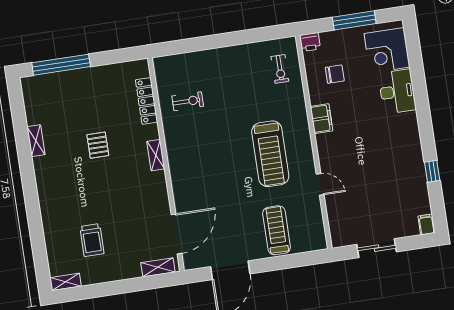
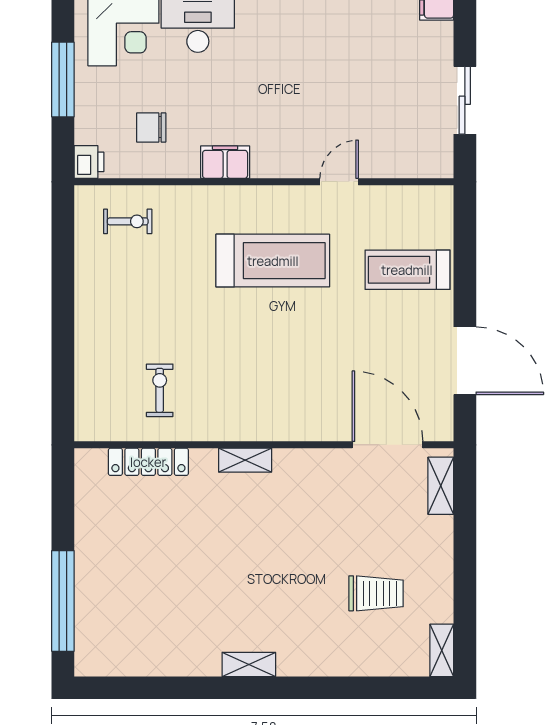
chair: (335, 74) -> (151, 127), turned -90
shelving: (36, 141) -> (249, 665), moved
pallet: (98, 145) -> (212, 558), removed

